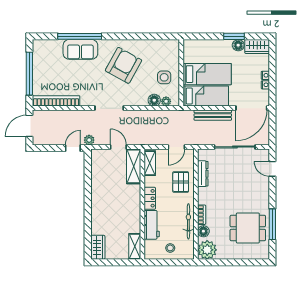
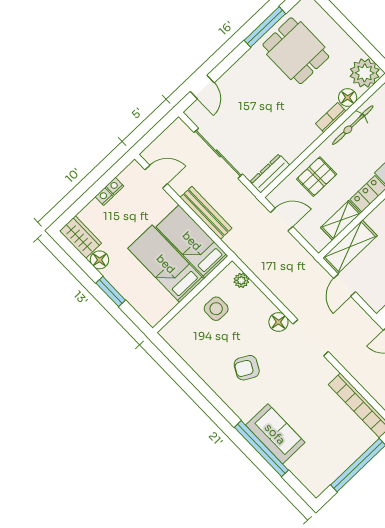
window: (234, 36) -> (111, 292), moved
armchair: (123, 65) -> (247, 368), width x0.53, depth x0.53
floor lamp: (154, 100) -> (278, 322), moved
door: (251, 108) -> (156, 177), width x0.53
plant: (89, 140) -> (368, 326), removed
shelving: (150, 163) -> (341, 220), moved
dresser: (203, 174) -> (270, 173), moved

